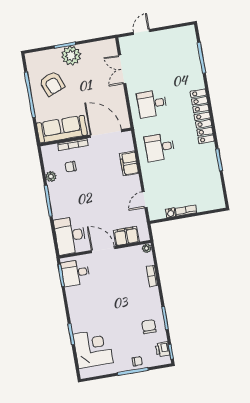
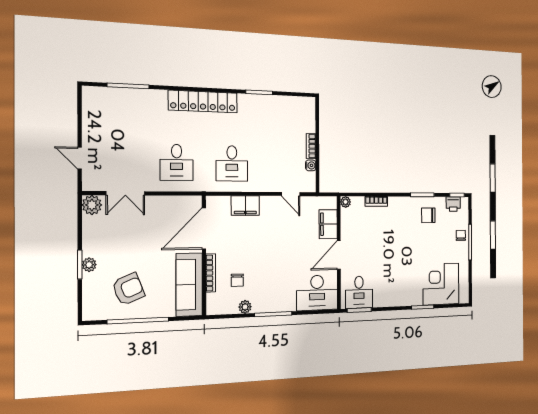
plant: (109, 46) -> (92, 205), added
plant: (71, 56) -> (89, 265), width x0.53, depth x0.53

